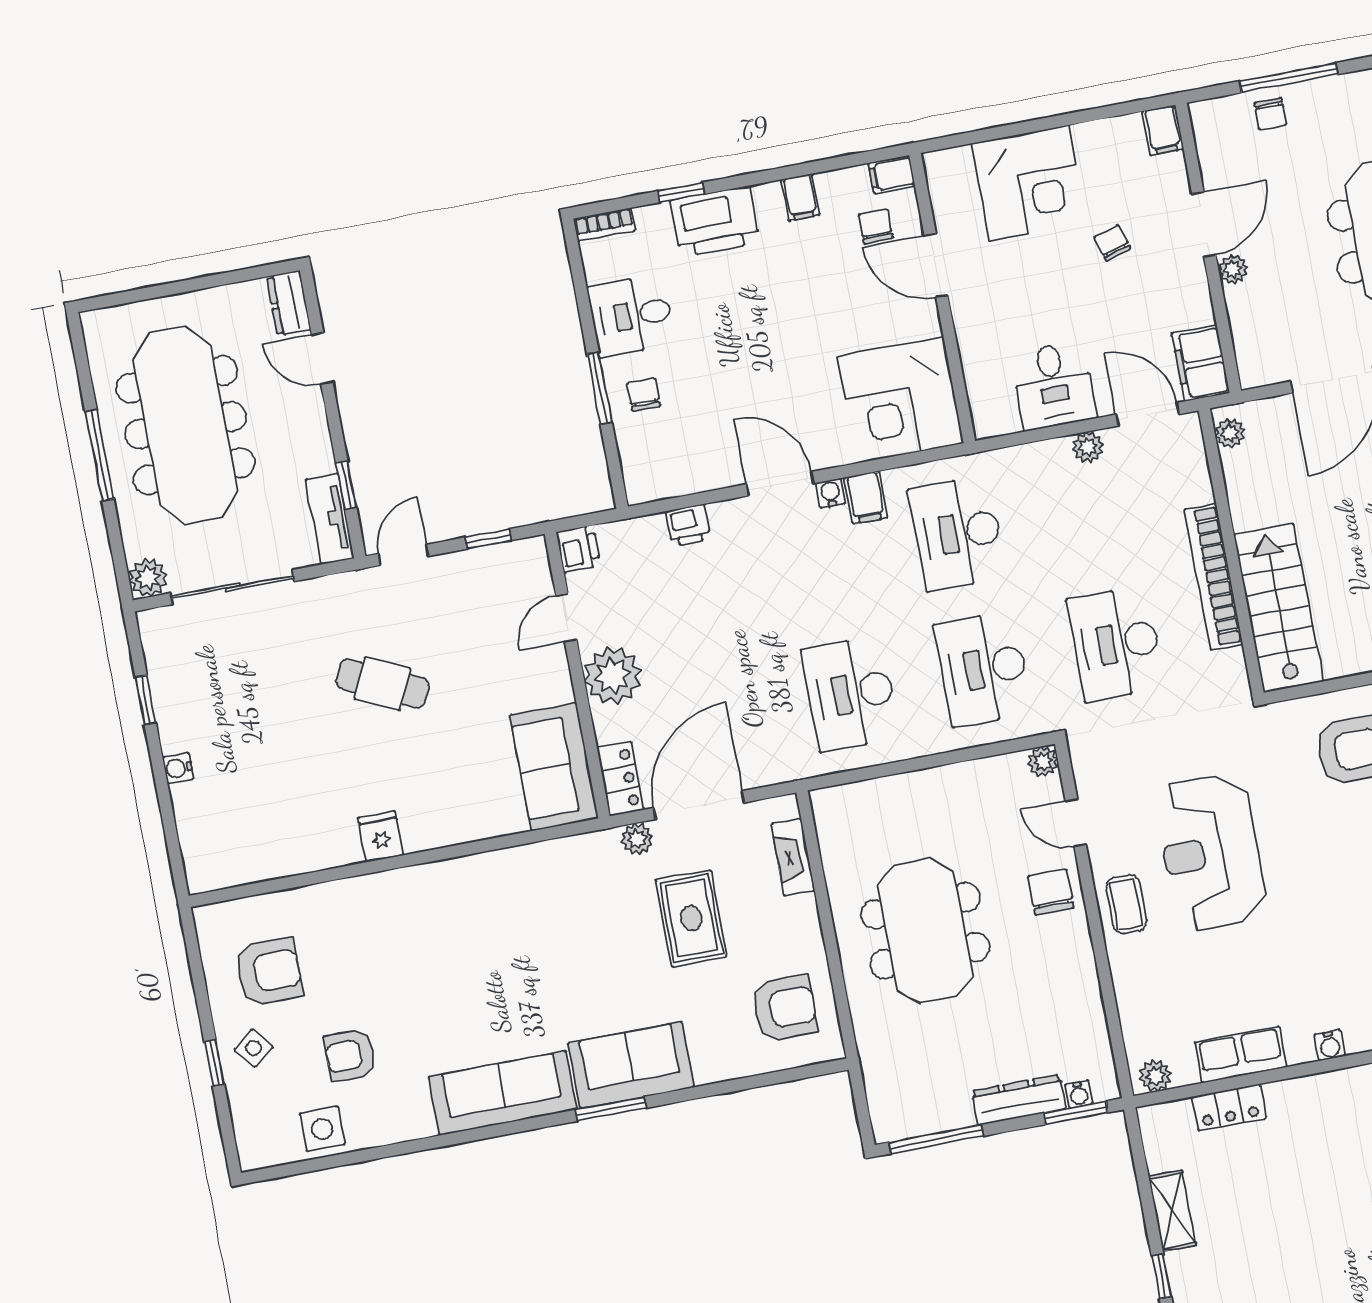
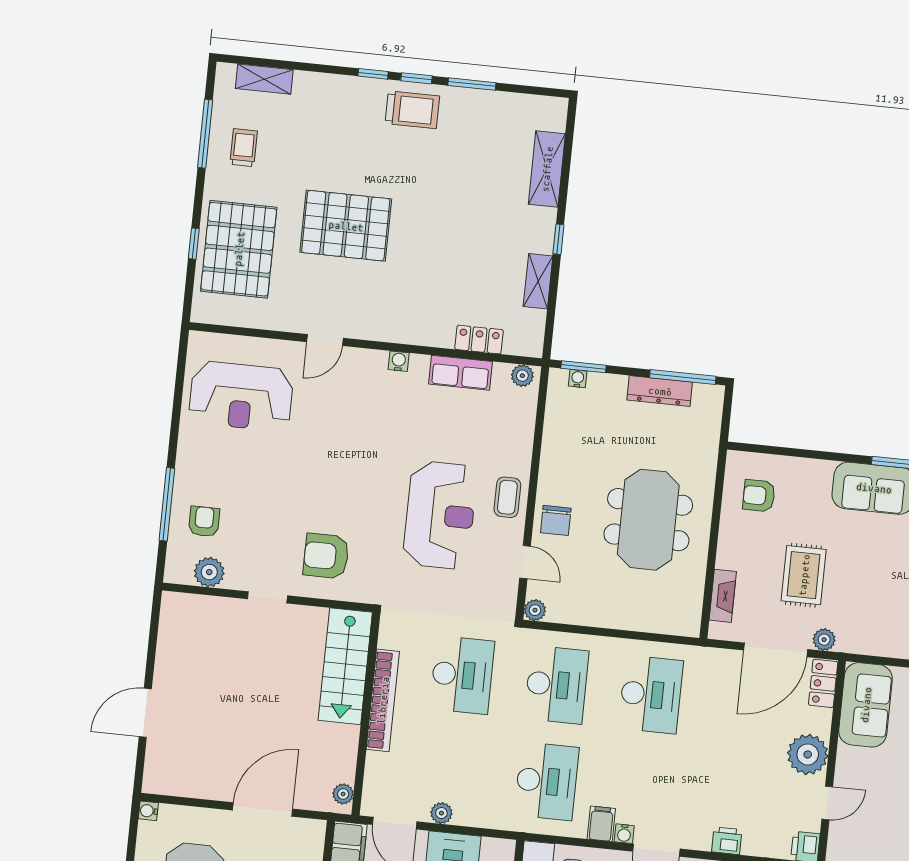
armchair: (784, 1008) -> (759, 496), width x0.72, depth x0.72
dresser: (1019, 1100) -> (660, 391), moved

